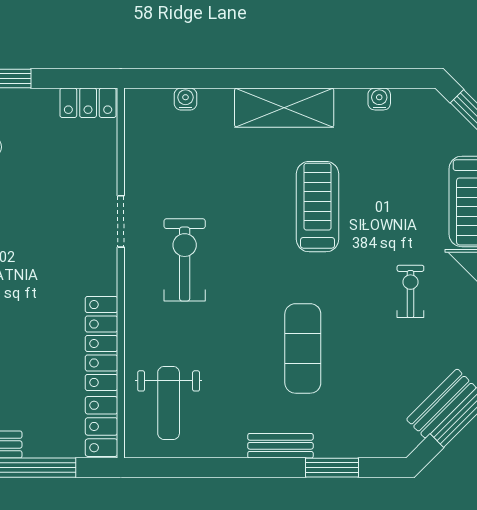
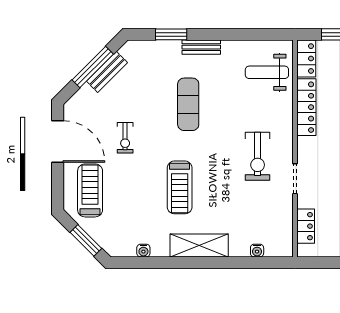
locker: (88, 103) -> (306, 226), moved, turned 90
weight bench: (169, 403) -> (267, 72), turned -90

